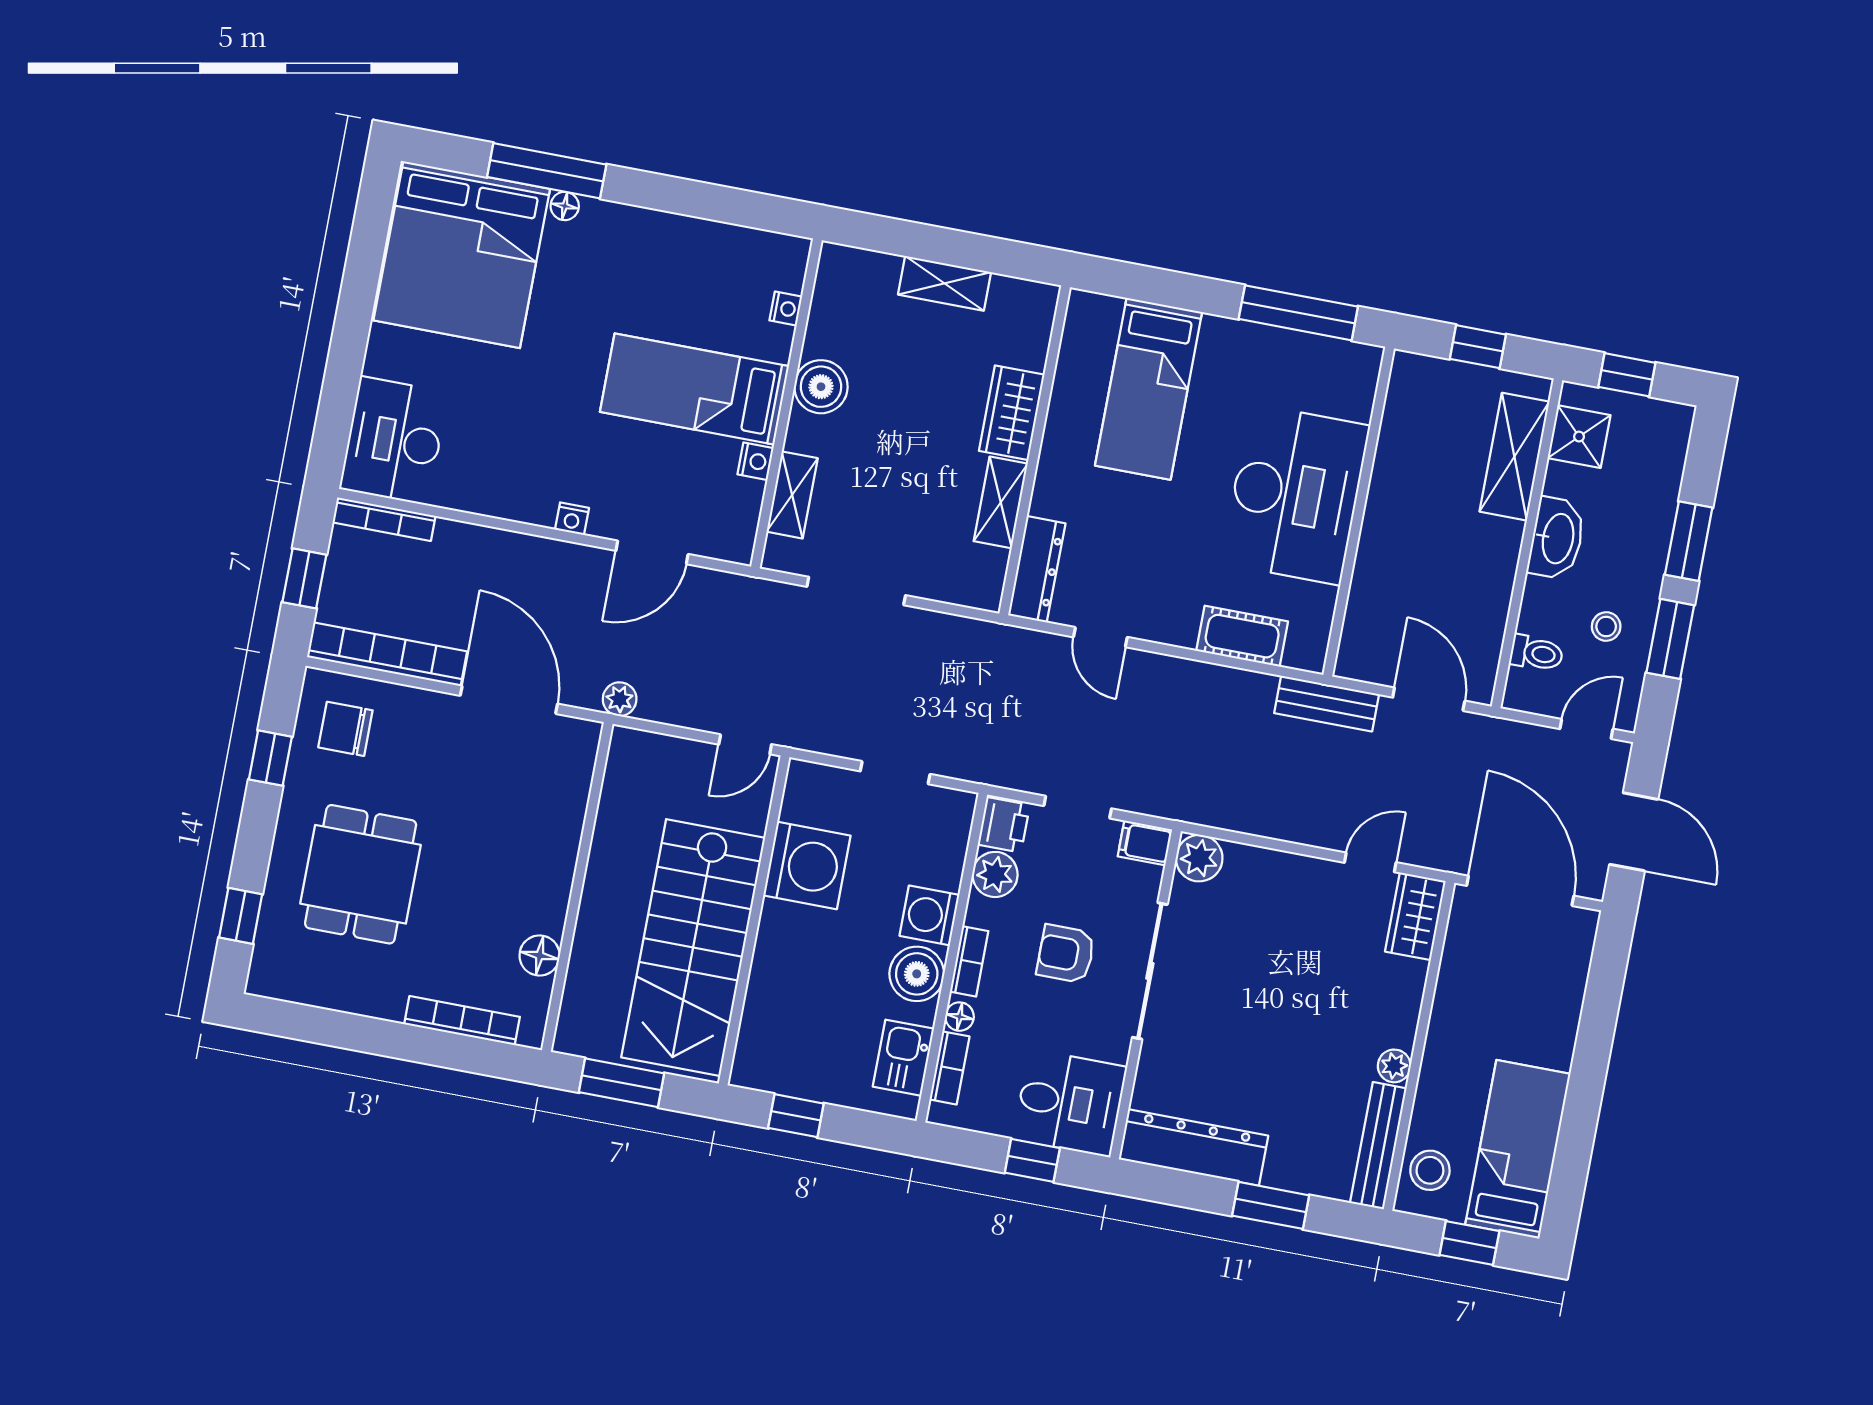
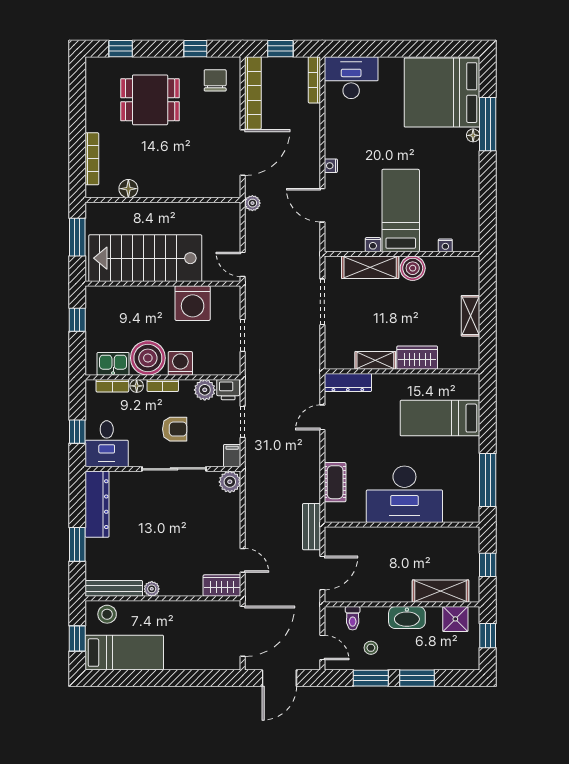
shelving: (792, 495) -> (370, 267), width x1.50, depth x1.33
armchair: (1066, 954) -> (175, 429), turned 90
boiler: (917, 974) -> (148, 358), width x1.37, depth x1.37

